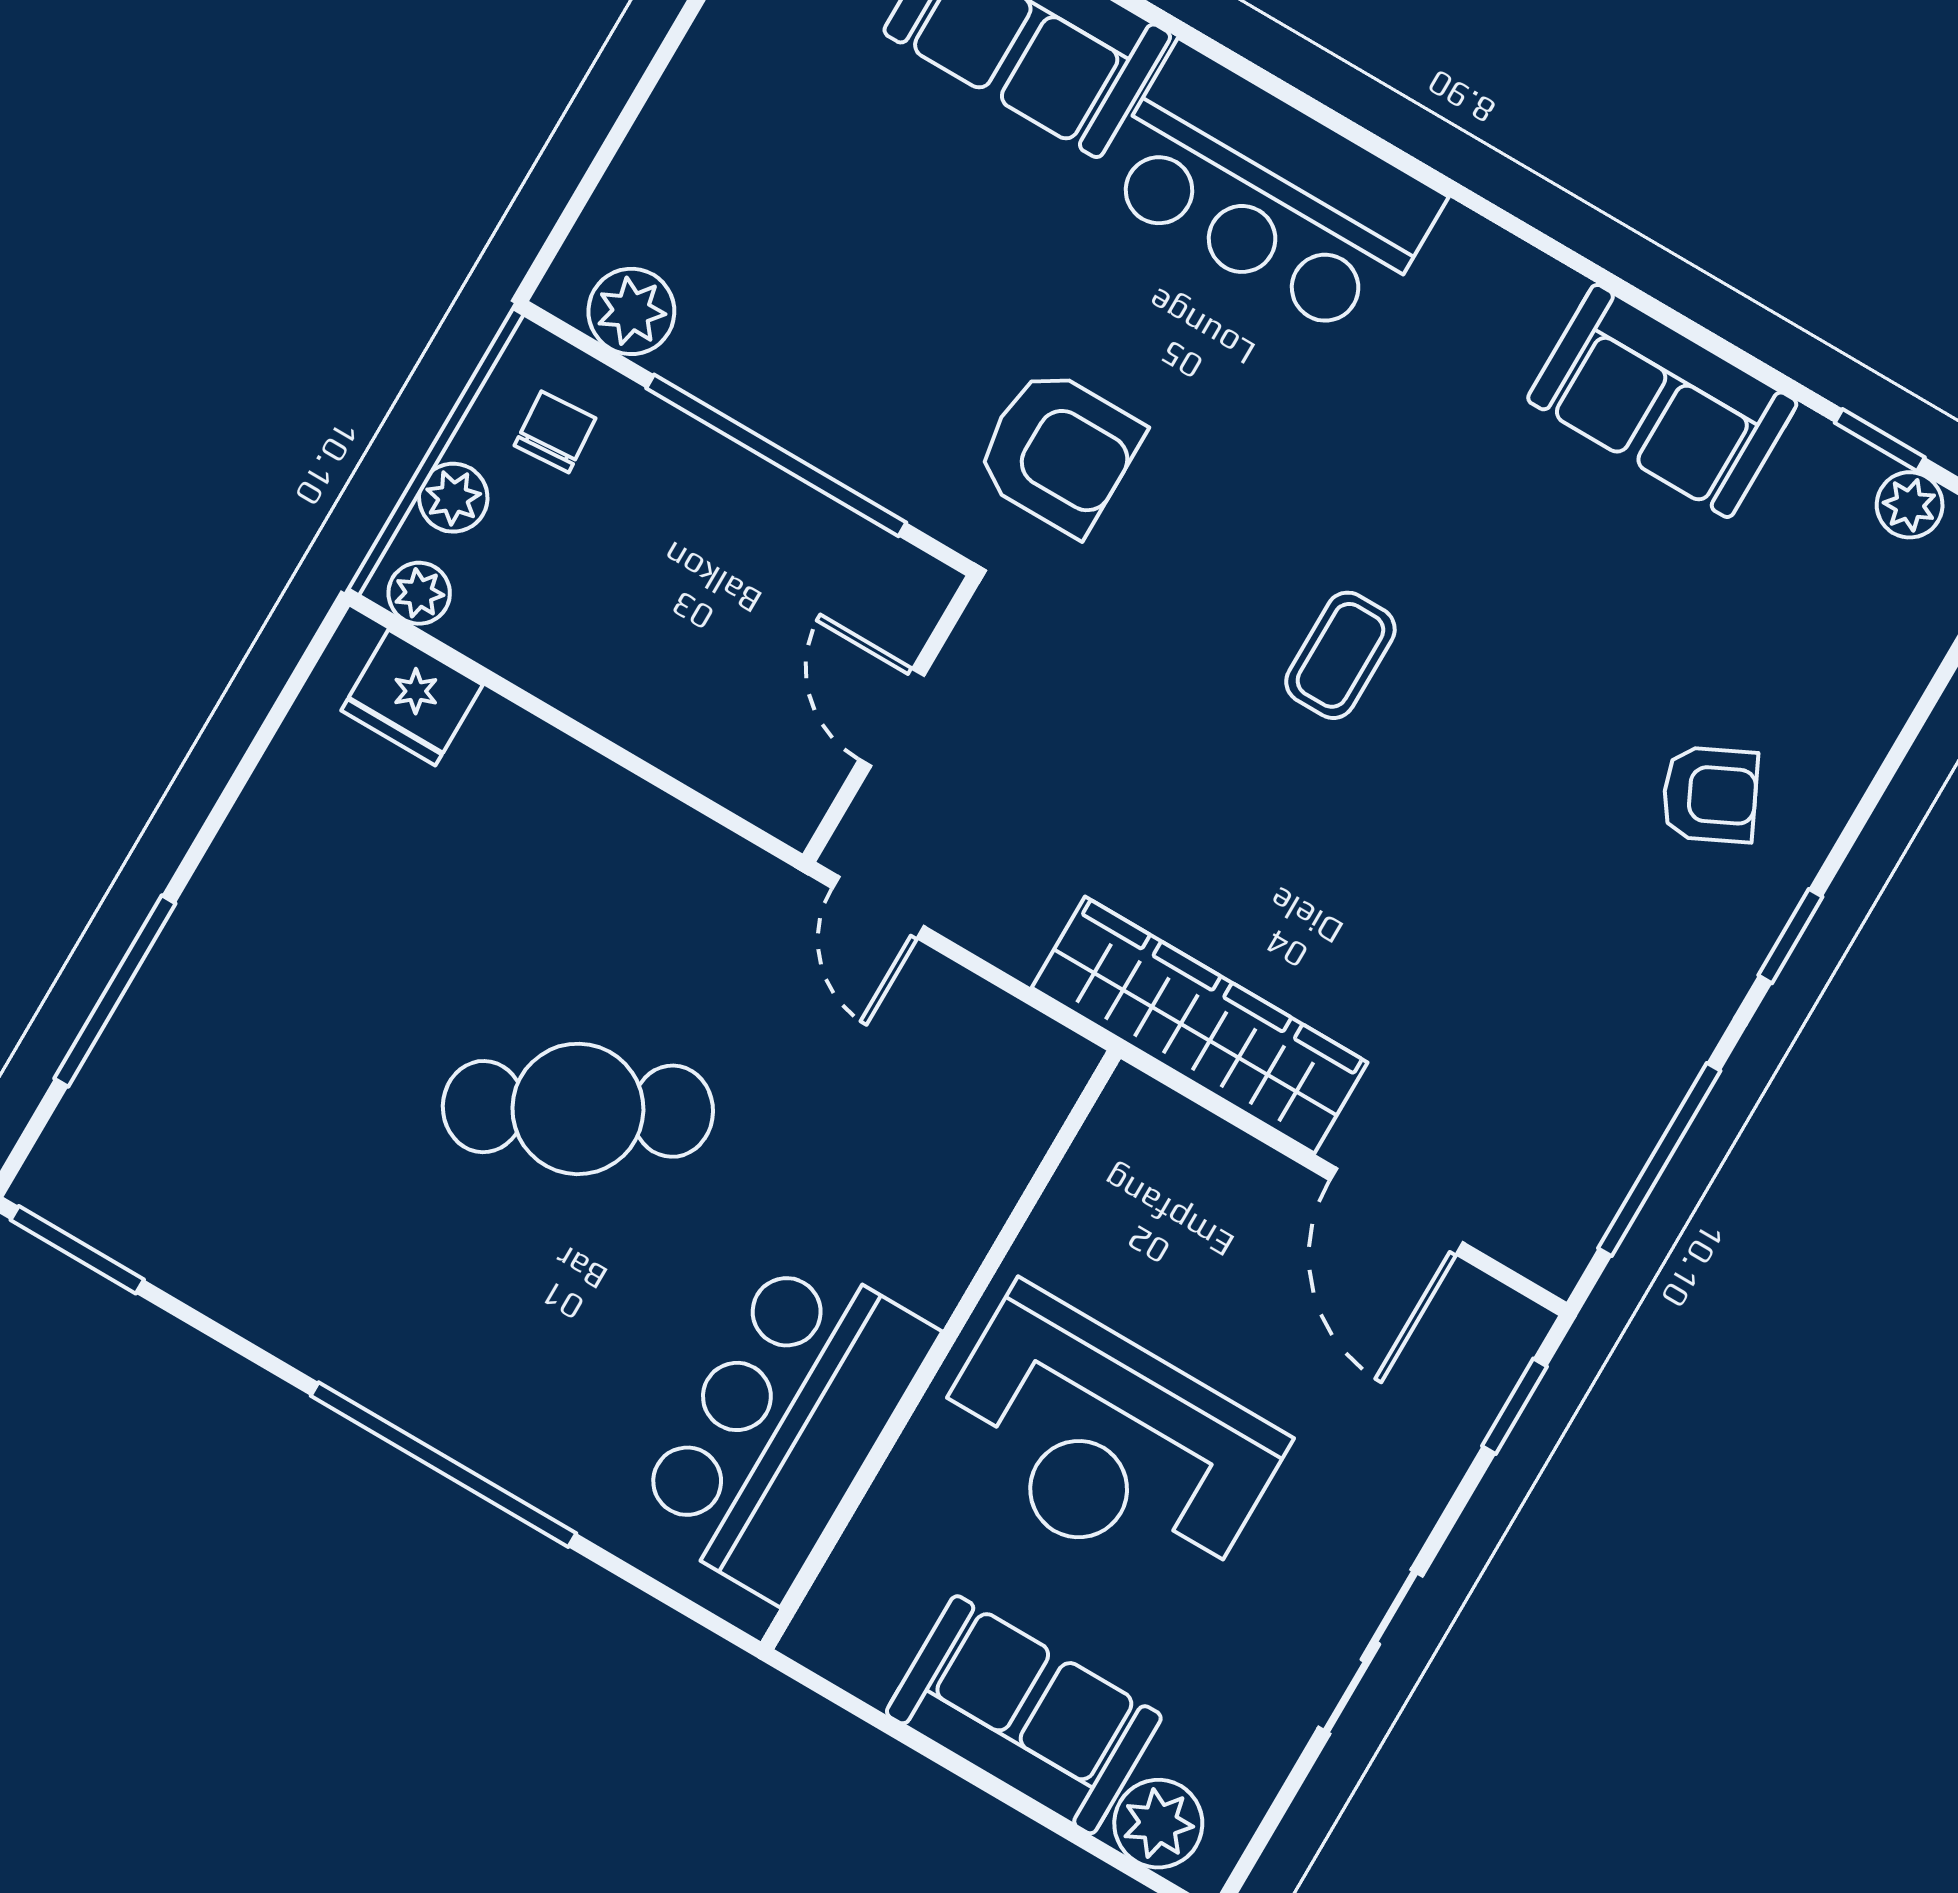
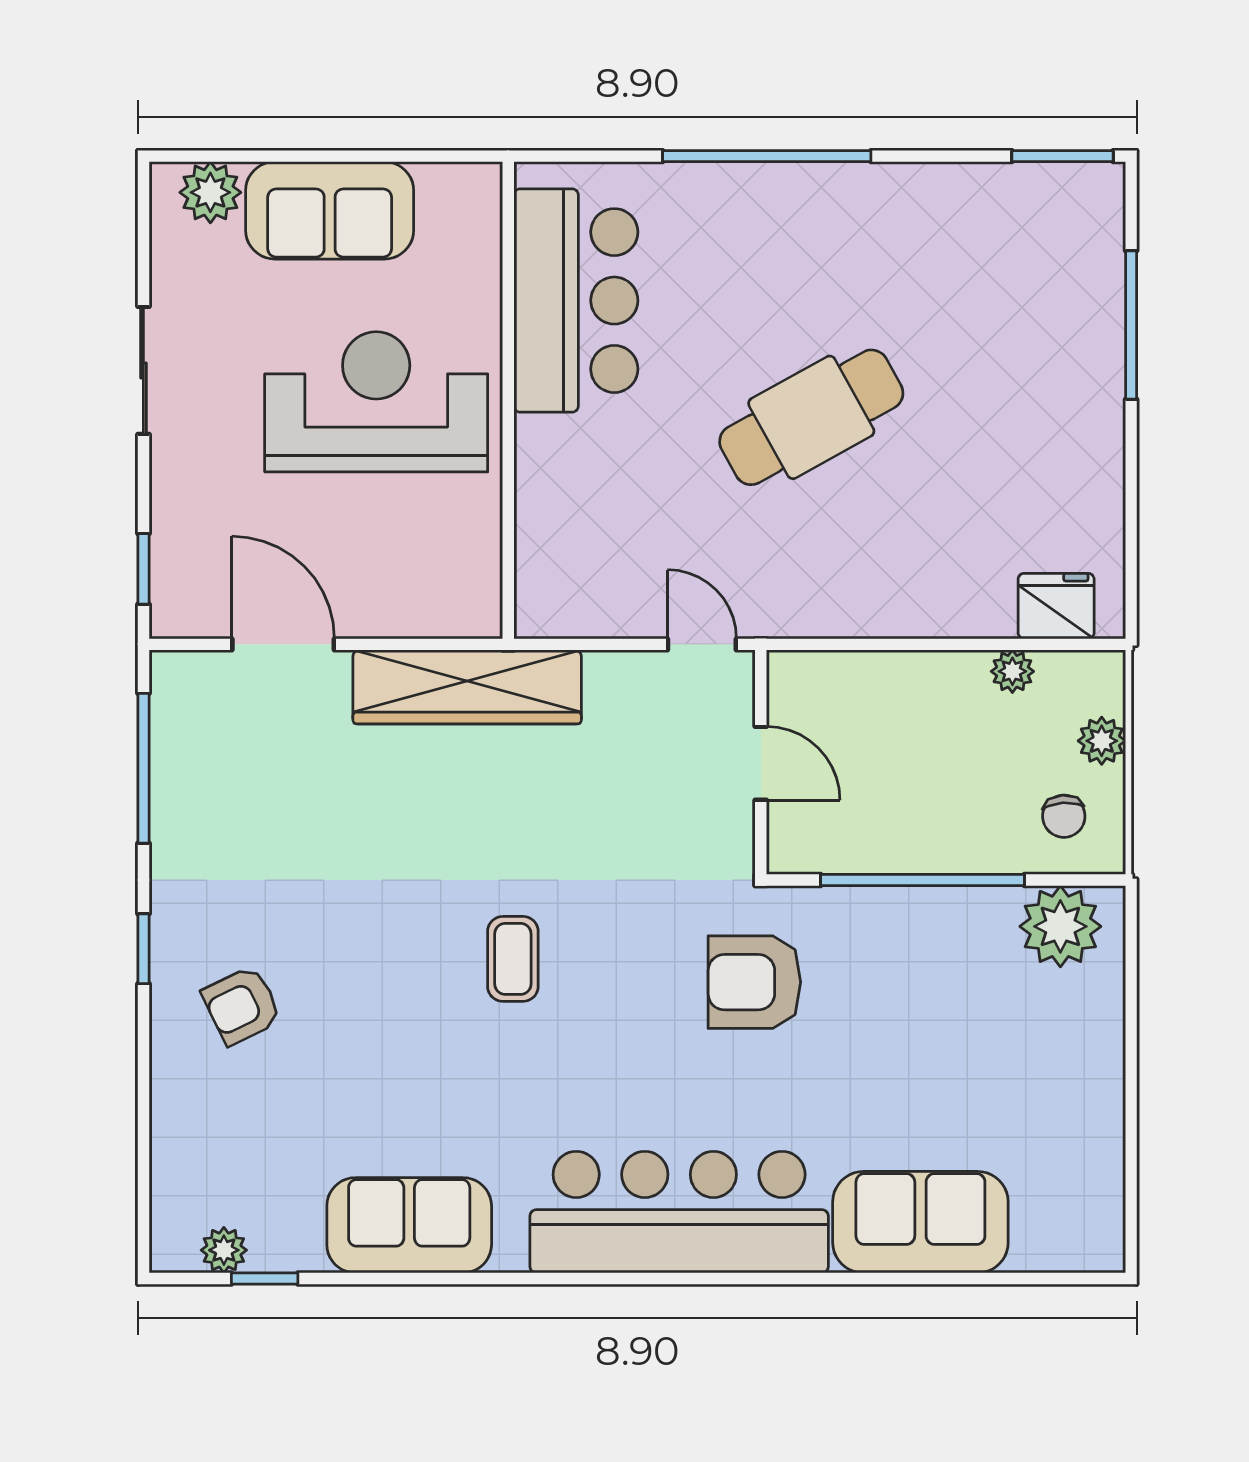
bar counter: (1269, 192) -> (679, 1212), width x1.36
plant: (631, 311) -> (1060, 926), width x1.36, depth x1.36
plant: (419, 593) -> (1012, 671), moved

